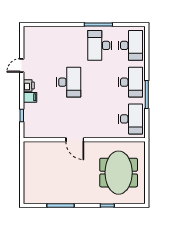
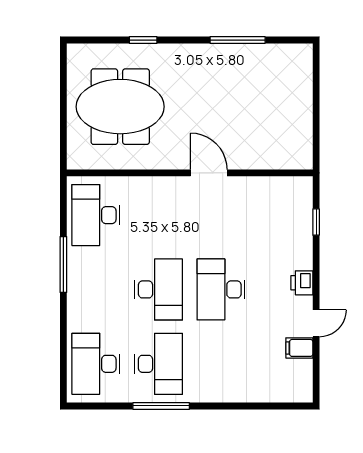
desk: (131, 82) -> (158, 289), moved, turned 180
filing cabinet: (30, 97) -> (299, 348), moved
meeting table: (119, 173) -> (120, 107), turned 90

